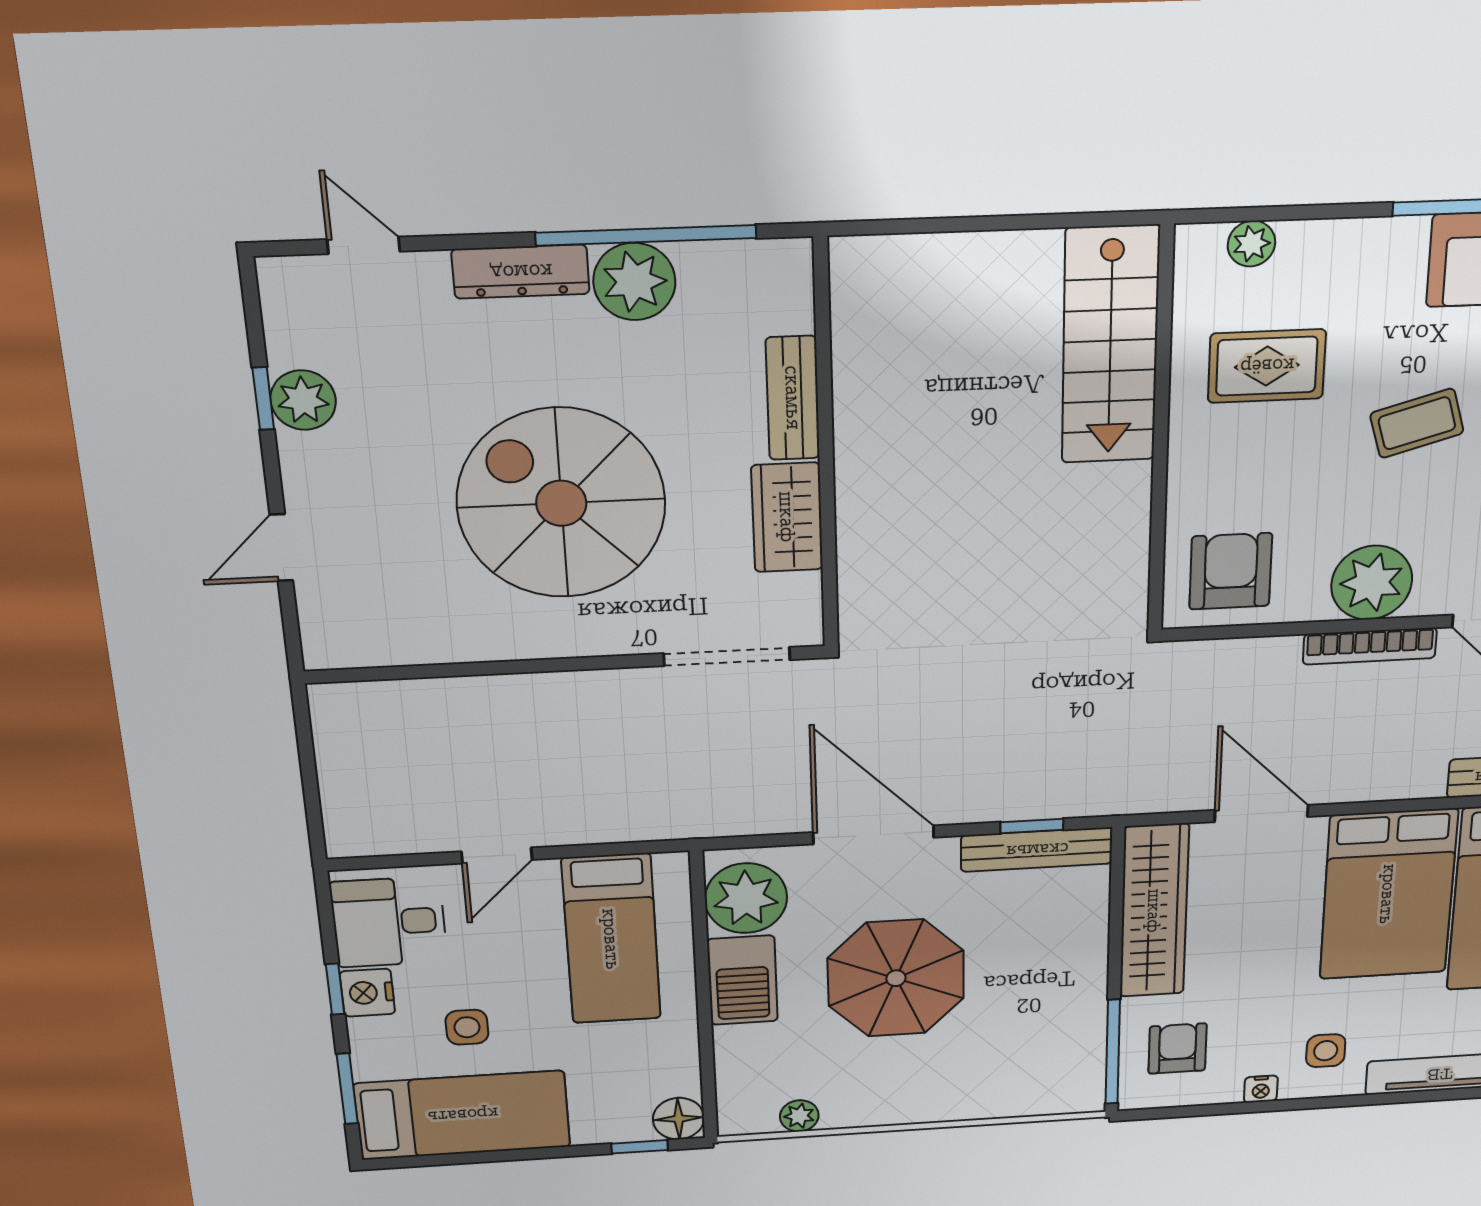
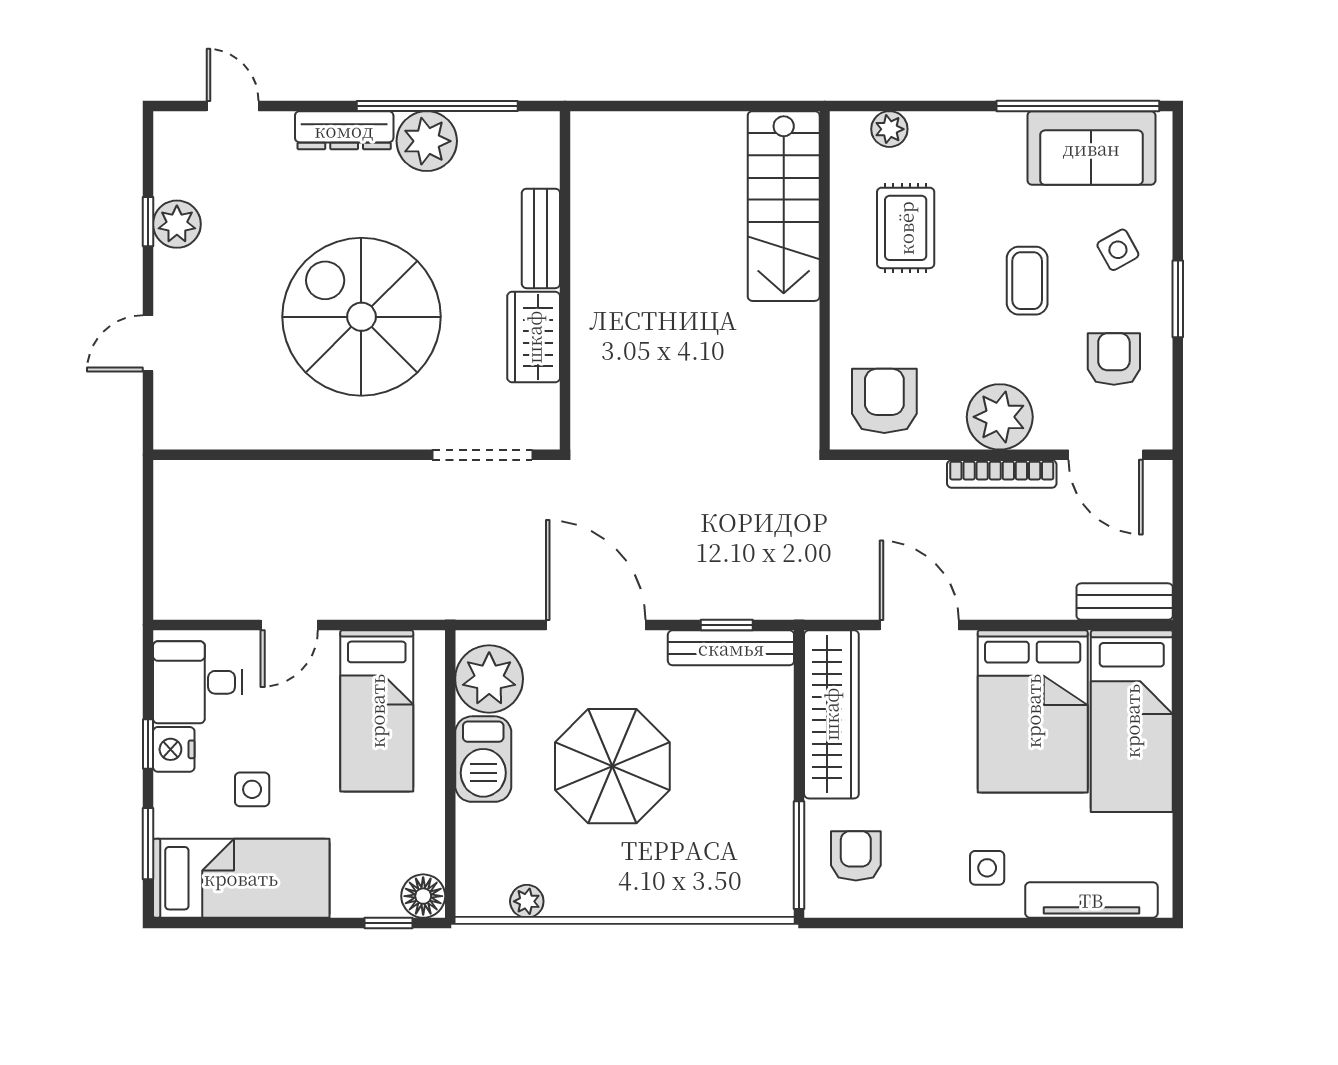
rug: (1267, 366) -> (906, 228), turned 90
coffee table: (1417, 423) -> (1027, 281), turned -74
nightstand: (1261, 1089) -> (931, 904), removed

